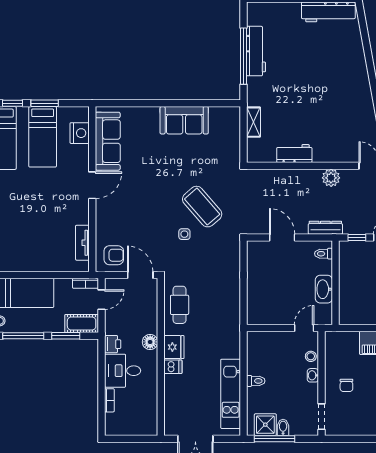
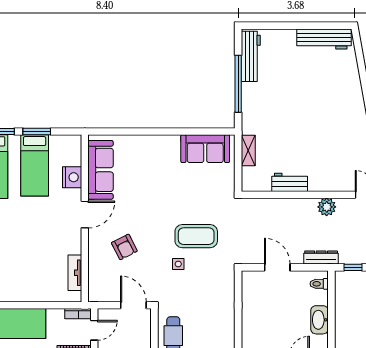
workbench: (256, 51) -> (251, 56), moved
sofa: (184, 120) -> (205, 149), moved
nightstand: (80, 133) -> (72, 177), moved
coffee table: (202, 207) -> (196, 236), turned -49
armchair: (114, 255) -> (124, 247), moved, turned 63

